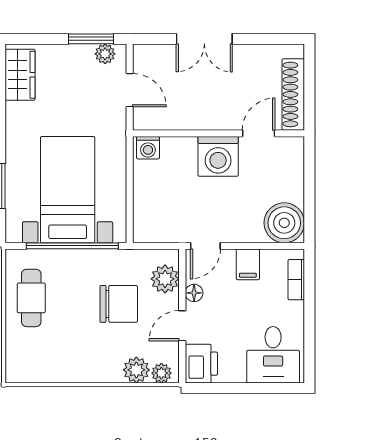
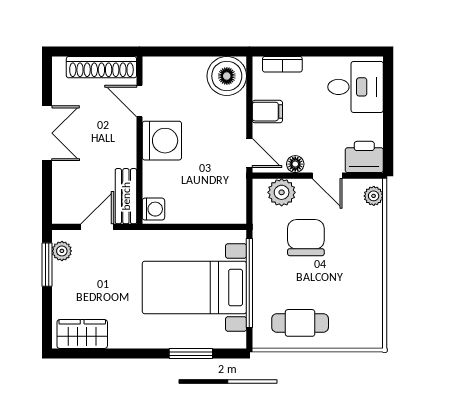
double door: (204, 39) -> (47, 133), moved
bench: (161, 120) -> (126, 196), added
plant: (136, 370) -> (370, 220), removed

